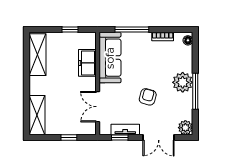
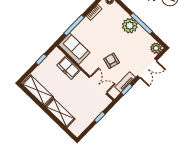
sofa: (110, 58) -> (74, 49), width x0.73
armchair: (148, 97) -> (111, 61), moved
double door: (98, 107) -> (98, 85), swing flipped
shelving: (37, 115) -> (60, 113), moved

